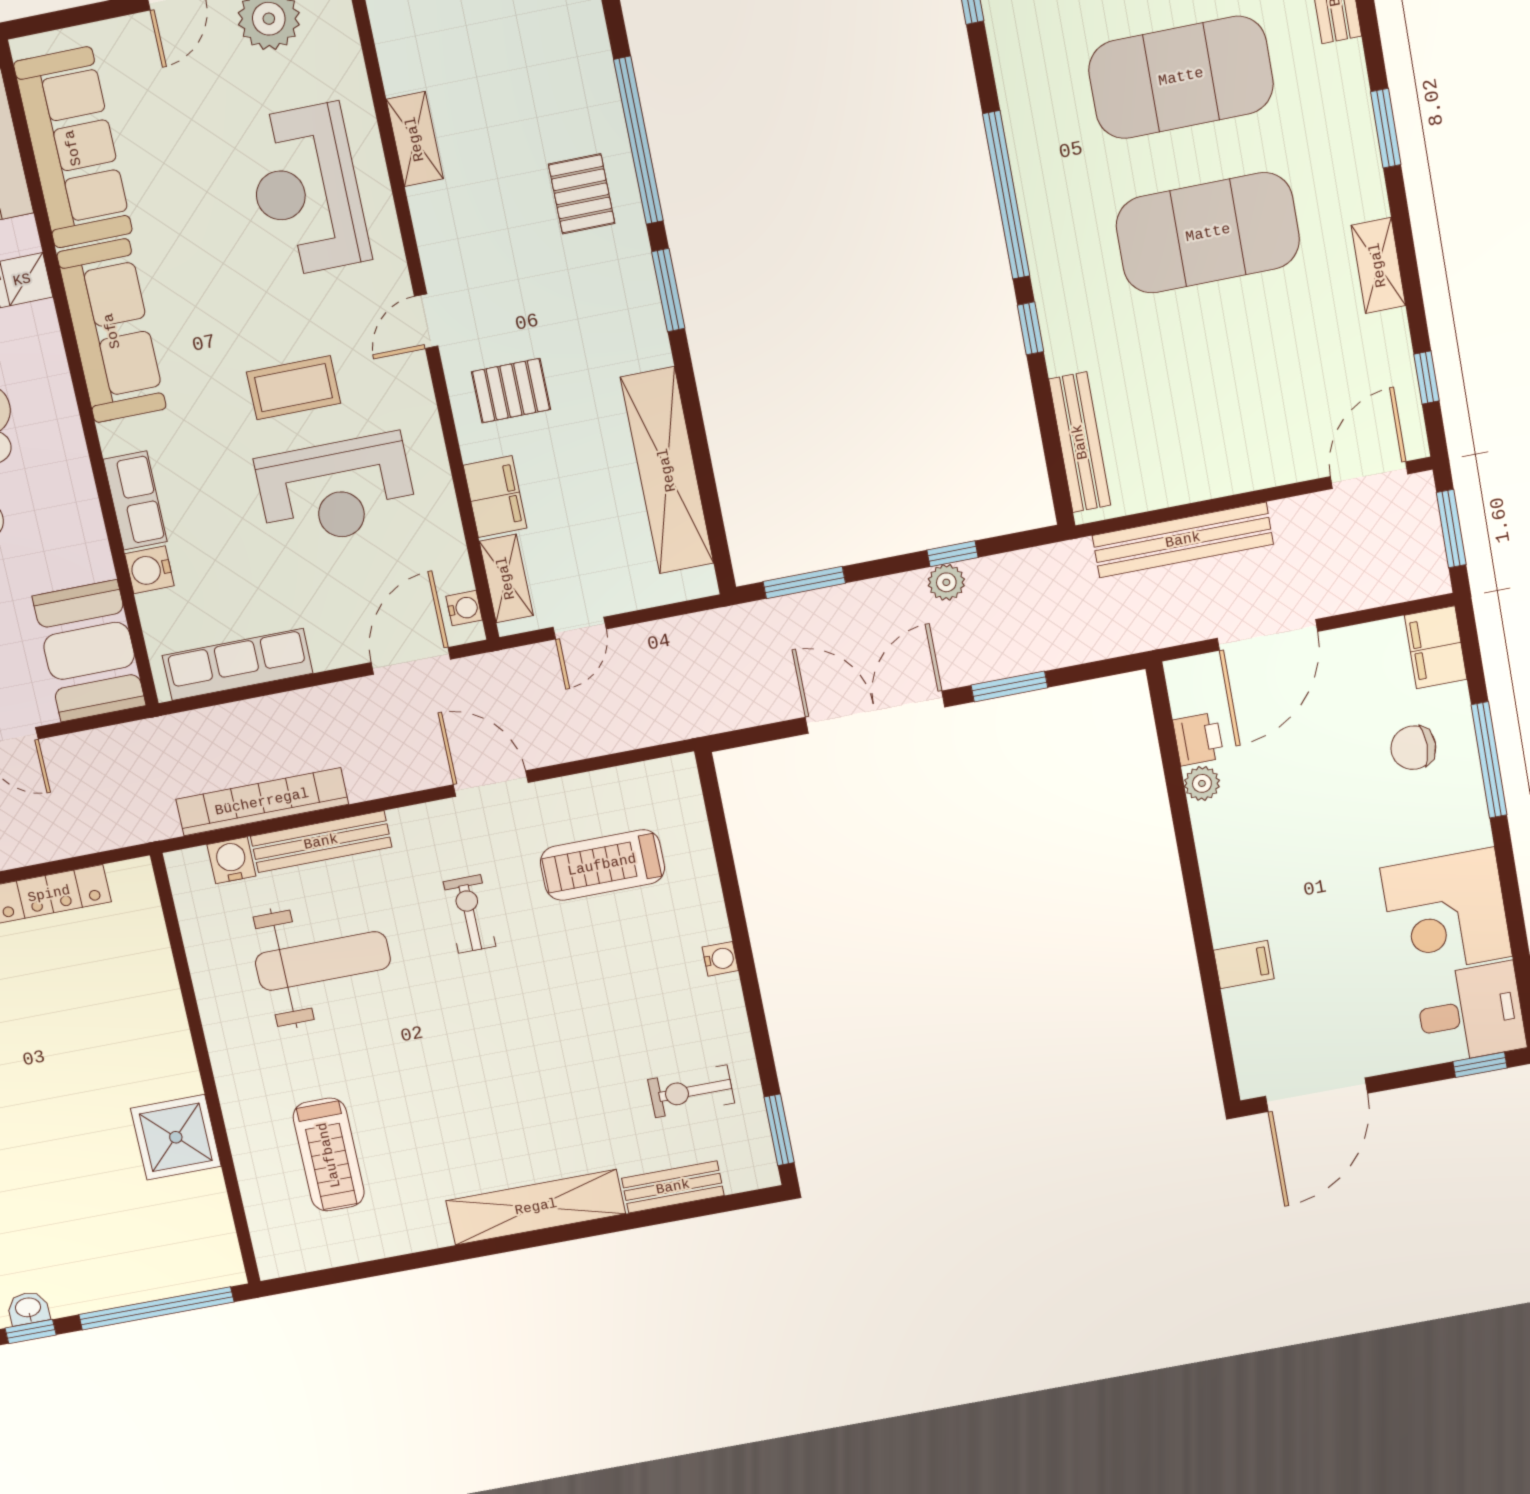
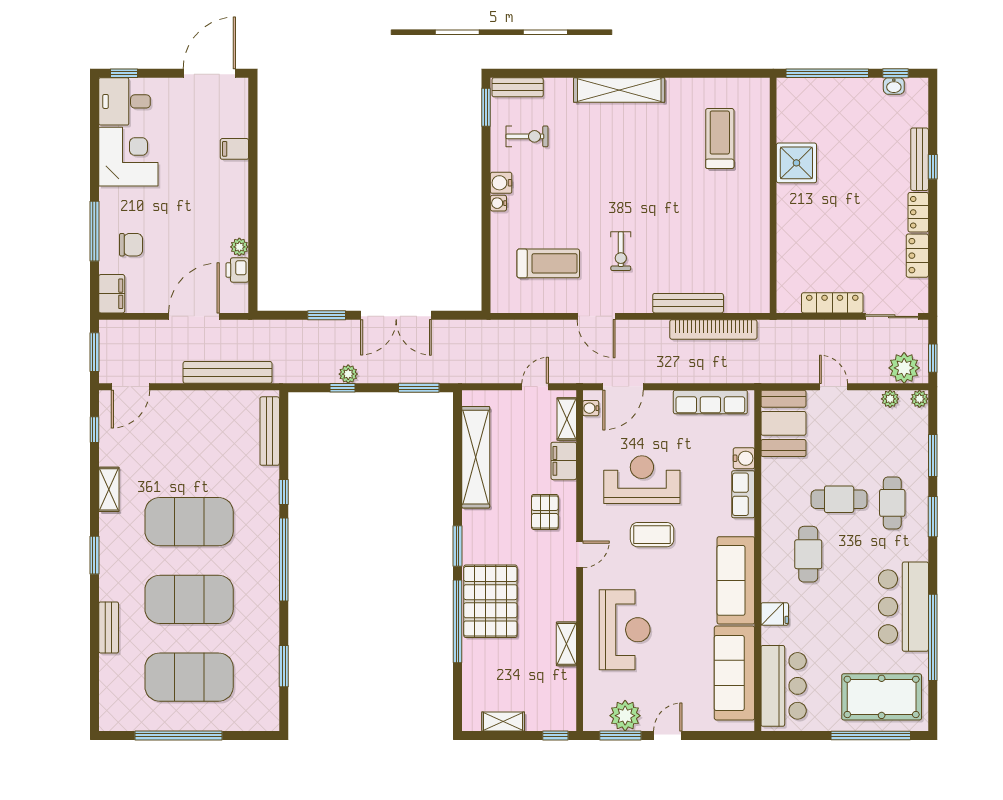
pallet: (582, 194) -> (490, 601), width x2.05, depth x2.00
pallet: (511, 391) -> (545, 512), turned 90
water cooler: (231, 860) -> (501, 183), moved, turned 90
weight bench: (323, 961) -> (701, 241), removed
bench: (673, 1187) -> (518, 87), moved

